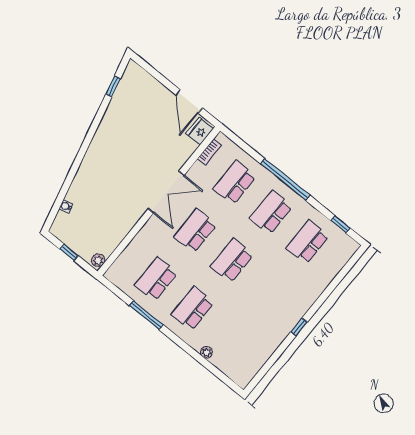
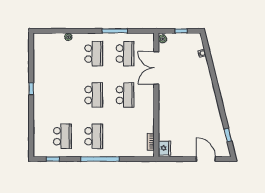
door: (189, 101) -> (206, 159), moved
school desk: (235, 182) -> (125, 136), removed
double door: (166, 192) -> (156, 68), moved

